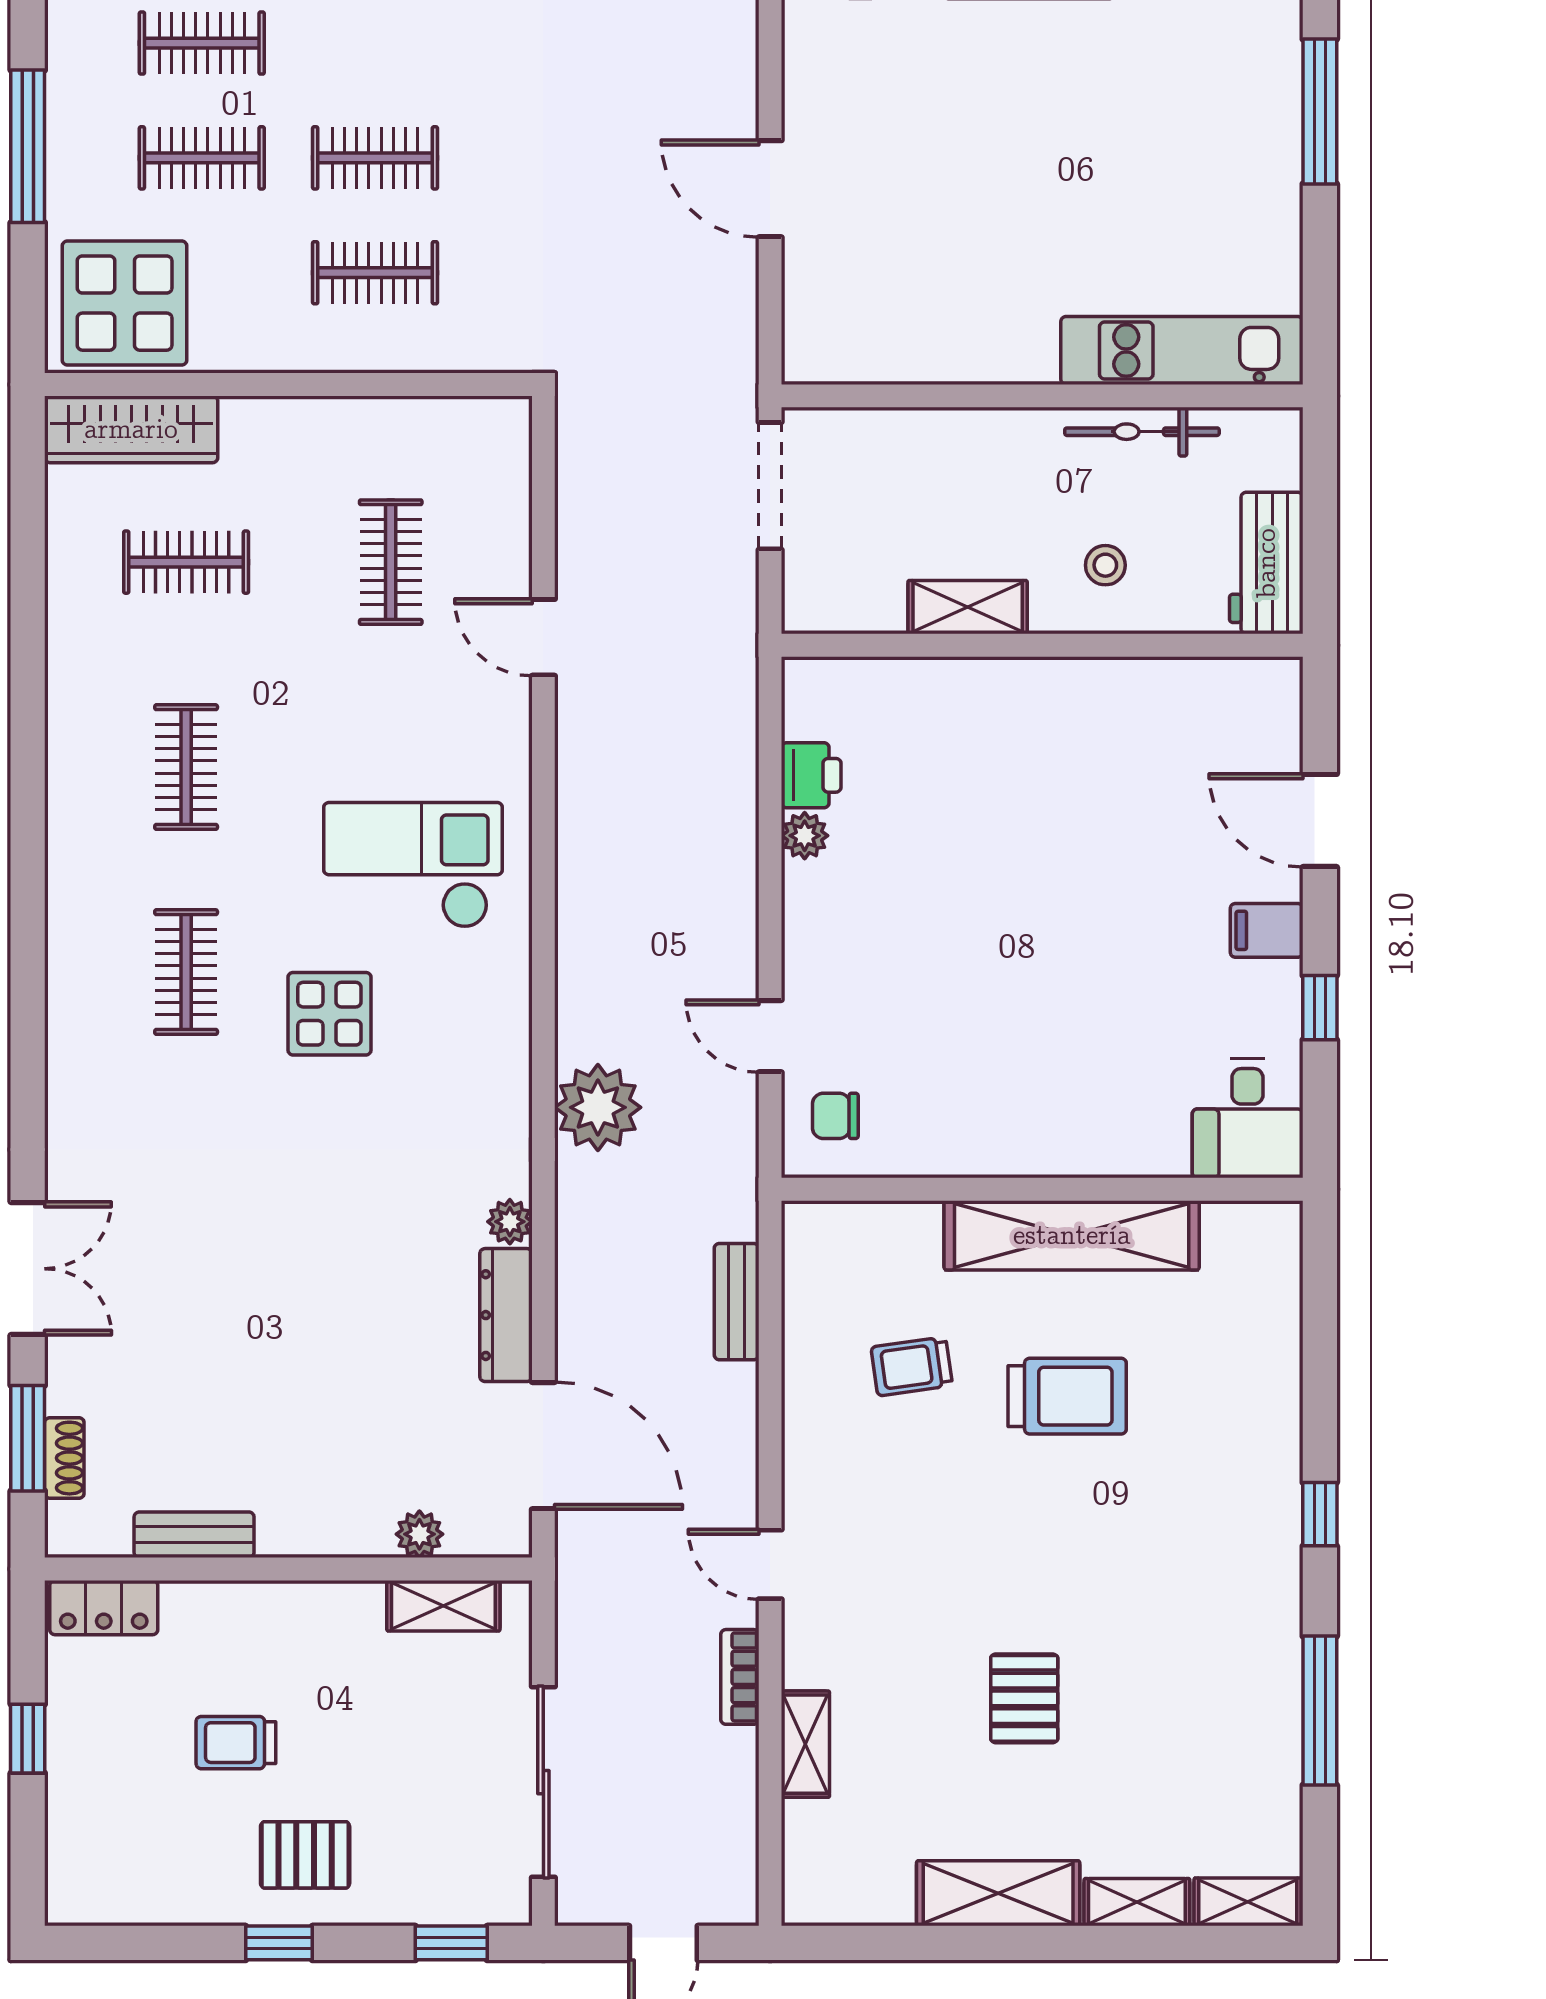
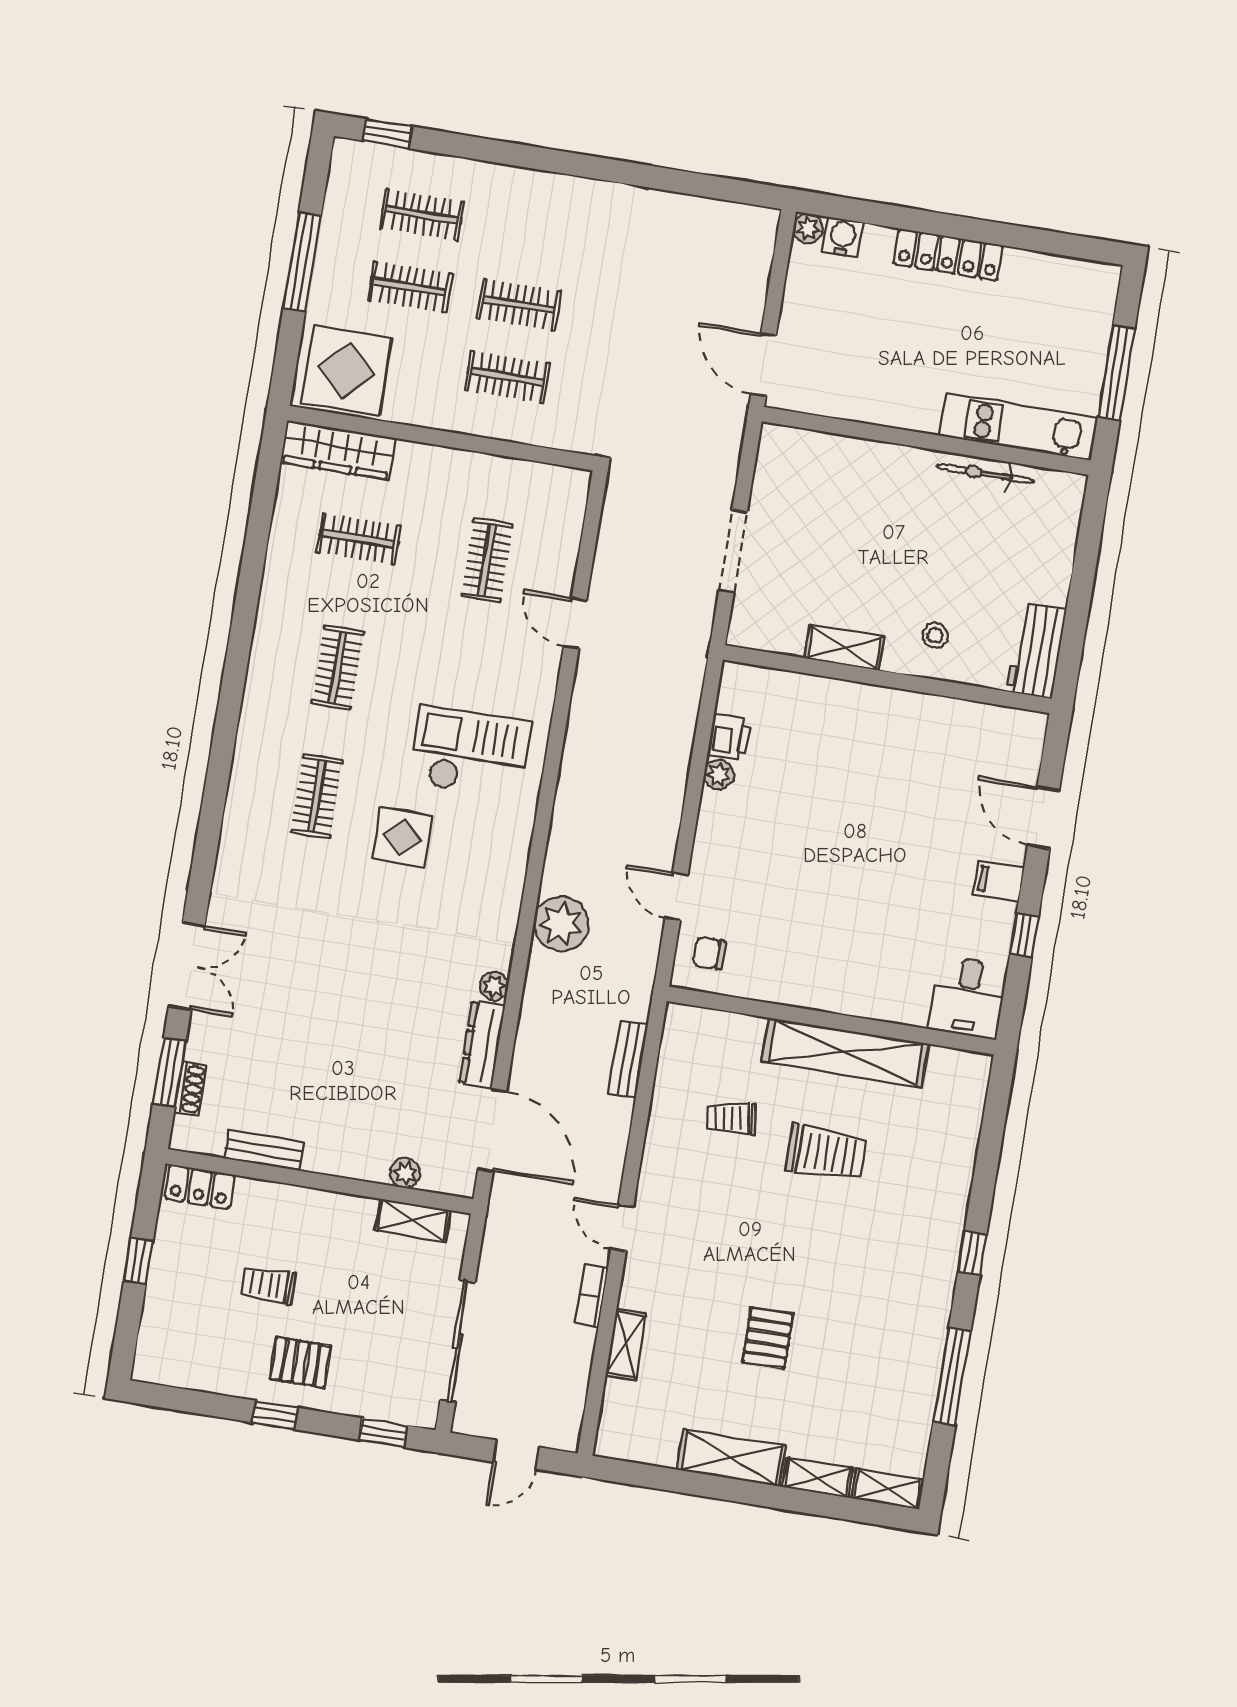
kitchen unit: (1182, 350) -> (1019, 427), moved
wall: (1042, 396) -> (926, 441), moved
bicycle: (1142, 432) -> (985, 474), moved

